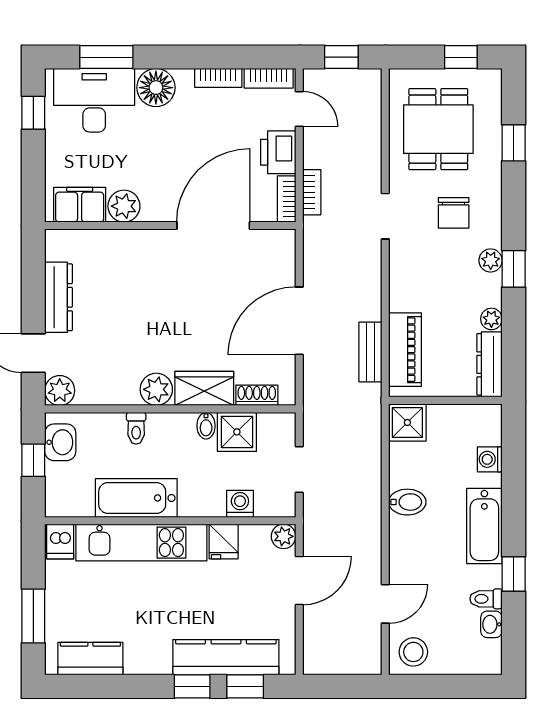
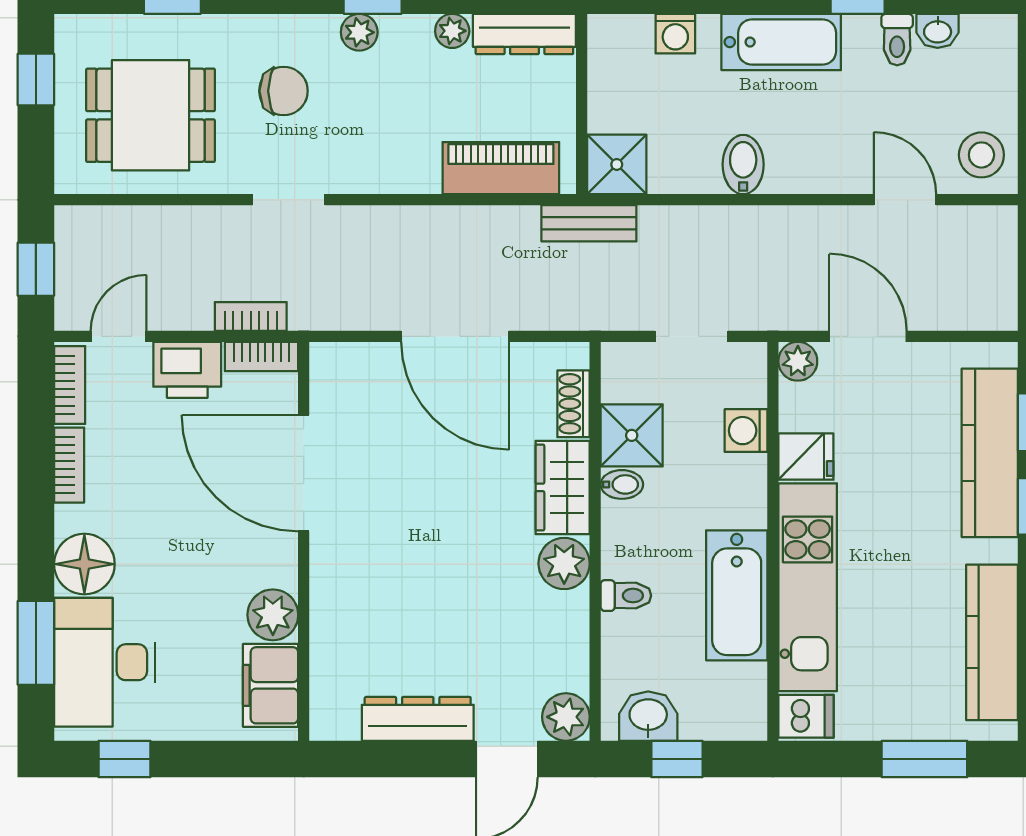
bench: (370, 352) -> (589, 223), moved
kitchen counter: (90, 659) -> (992, 642), width x1.50

